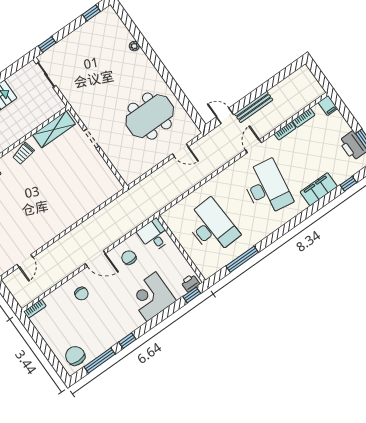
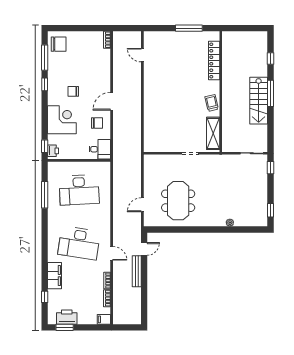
chair: (81, 294) -> (73, 91), moved

